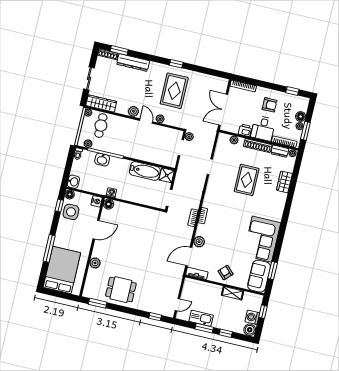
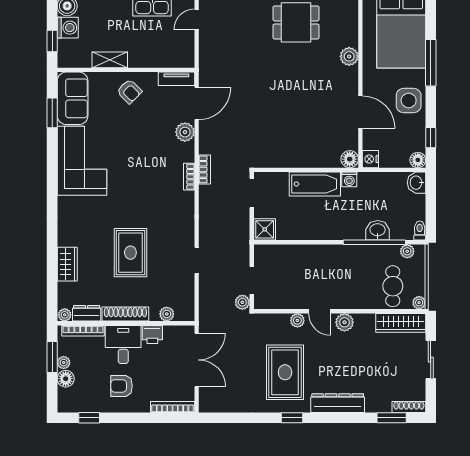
dresser: (133, 62) -> (338, 403), moved
bathtub: (145, 171) -> (315, 184), moved, turned 180
side table: (71, 212) -> (409, 101), moved
door: (96, 230) -> (360, 112), swing flipped

